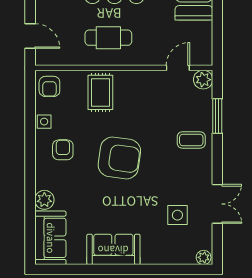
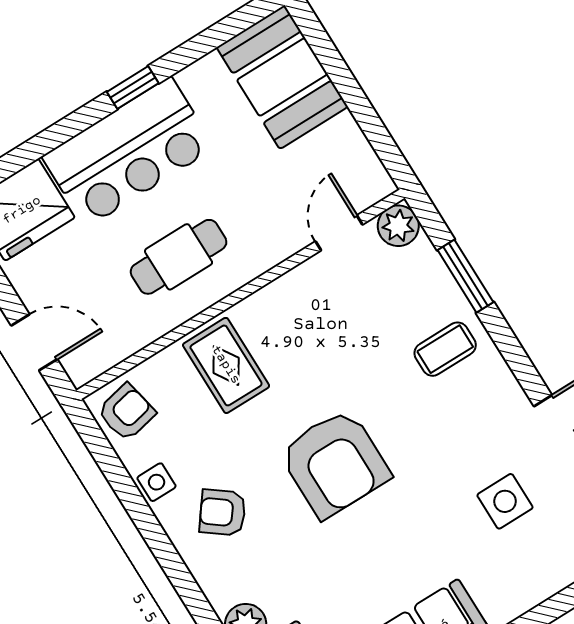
armchair: (49, 86) -> (126, 412), turned -102
armchair: (63, 150) -> (223, 512), turned -53
armchair: (119, 158) -> (335, 463), turned 82

